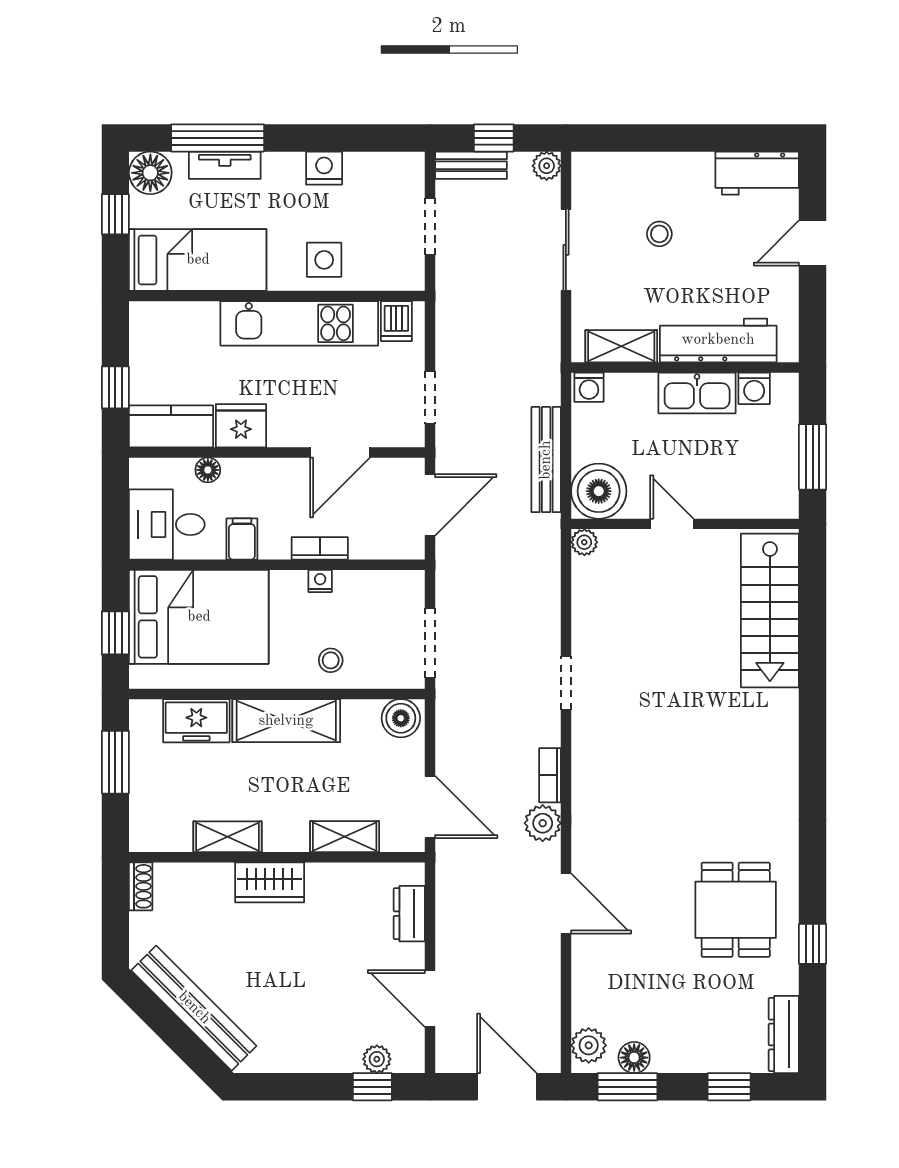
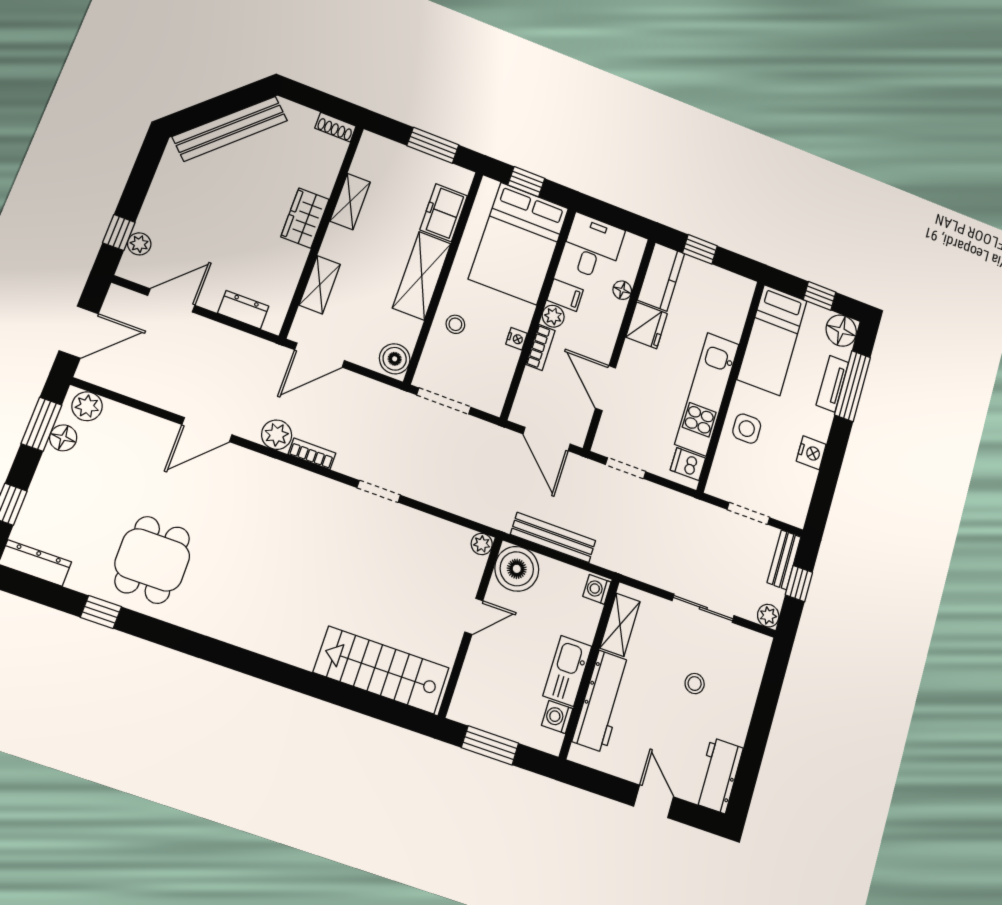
plant: (274, 545) -> (553, 316), added
dining table: (736, 910) -> (152, 560), turned 90

